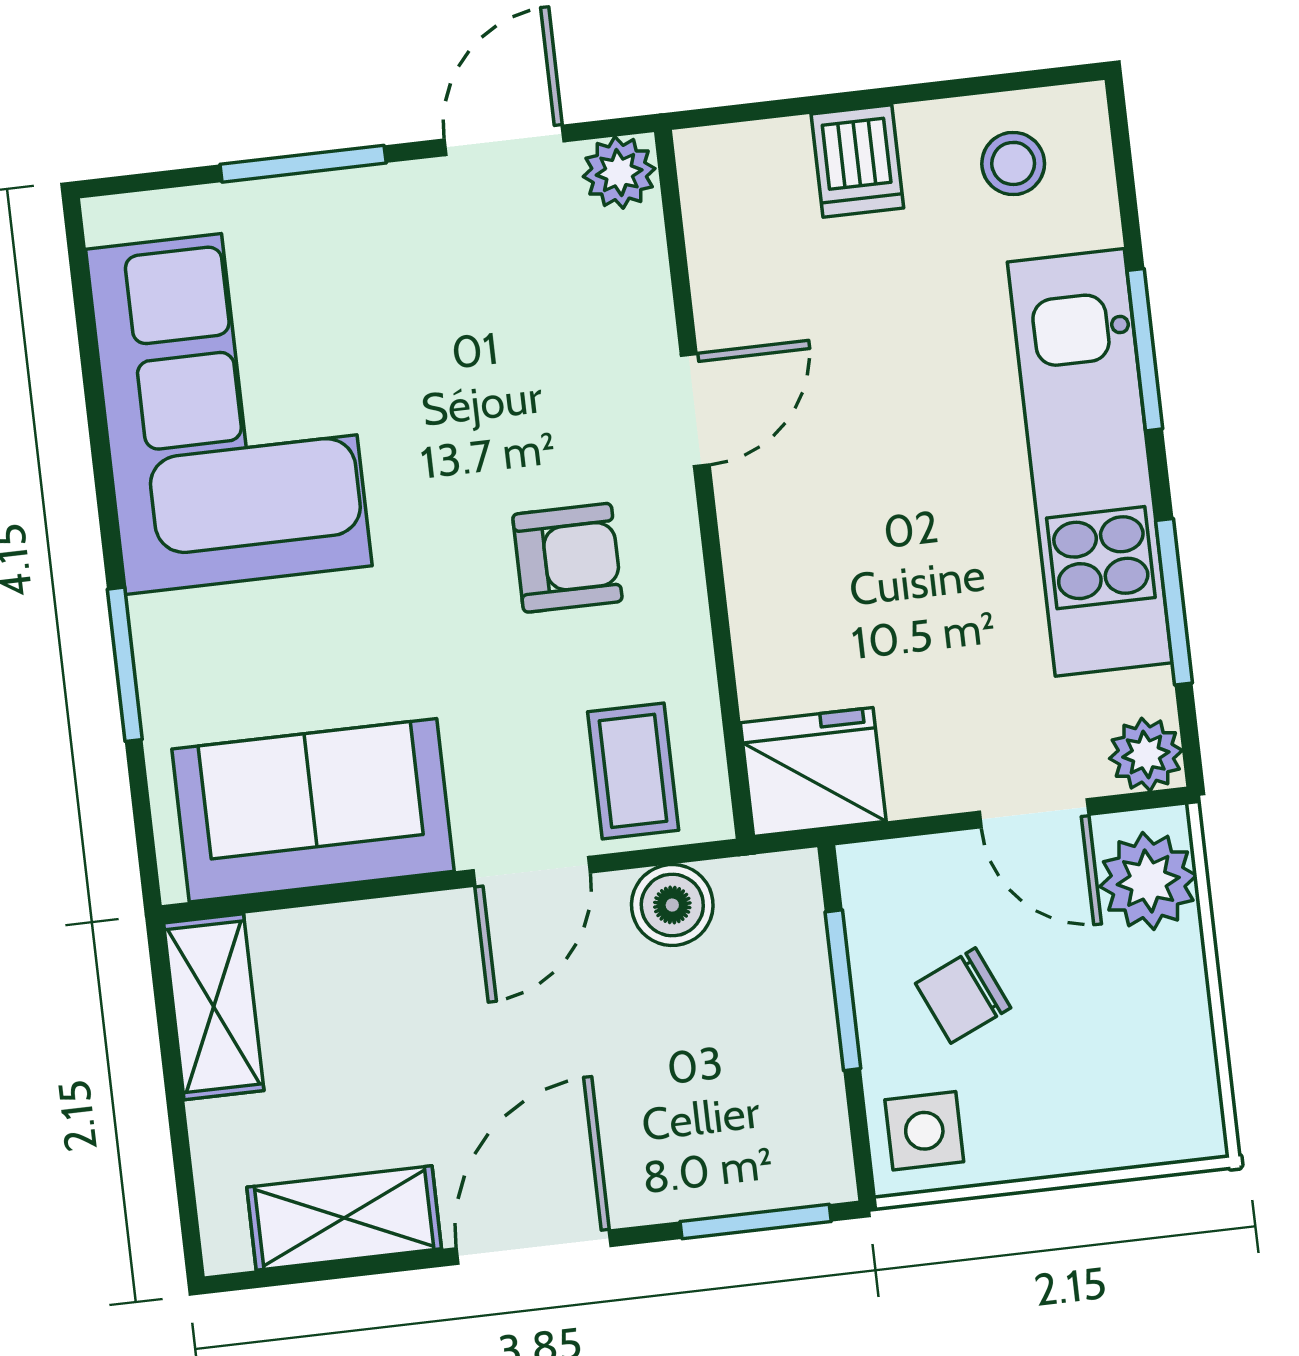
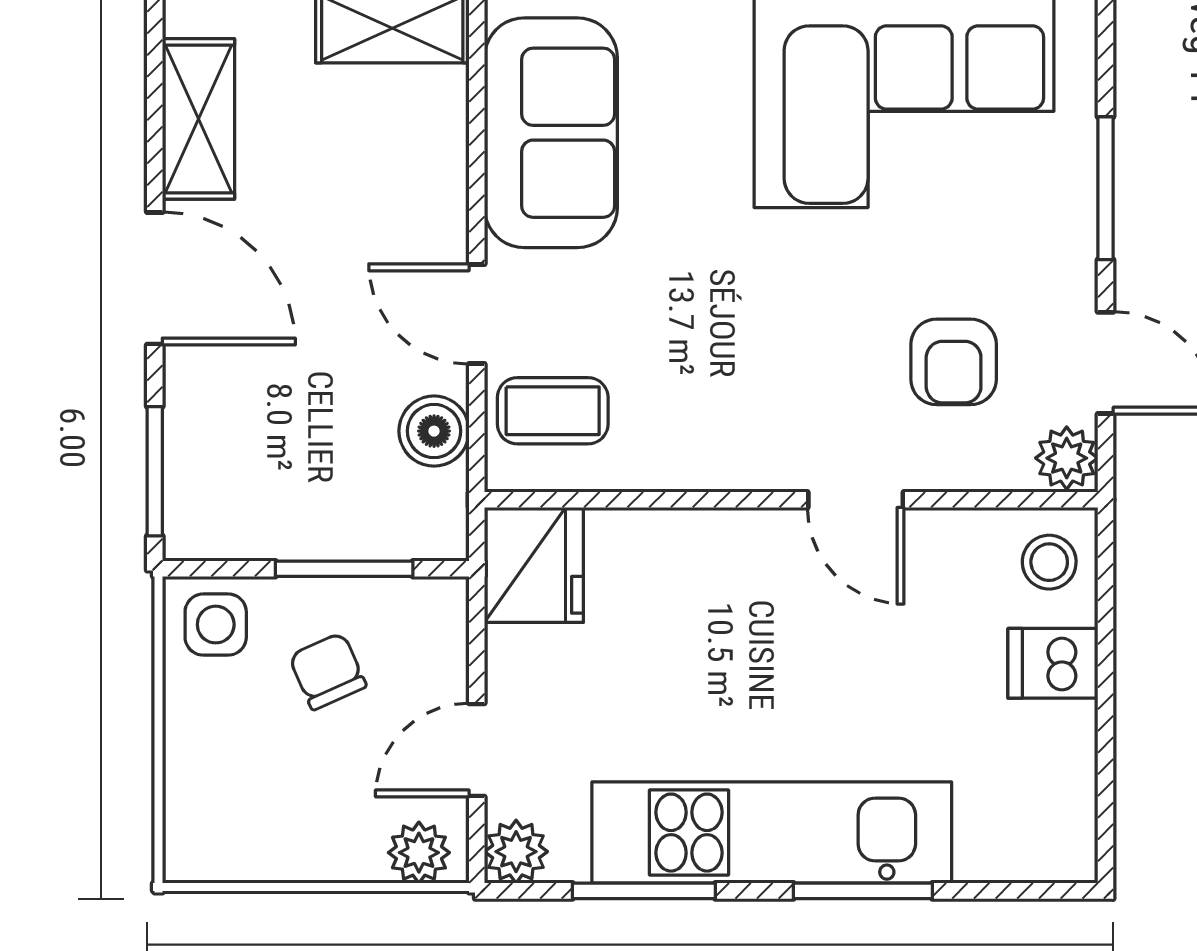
stool: (1013, 163) -> (1049, 562), moved
armchair: (567, 558) -> (954, 362), moved
plant: (1148, 881) -> (419, 853), width x0.73, depth x0.73

